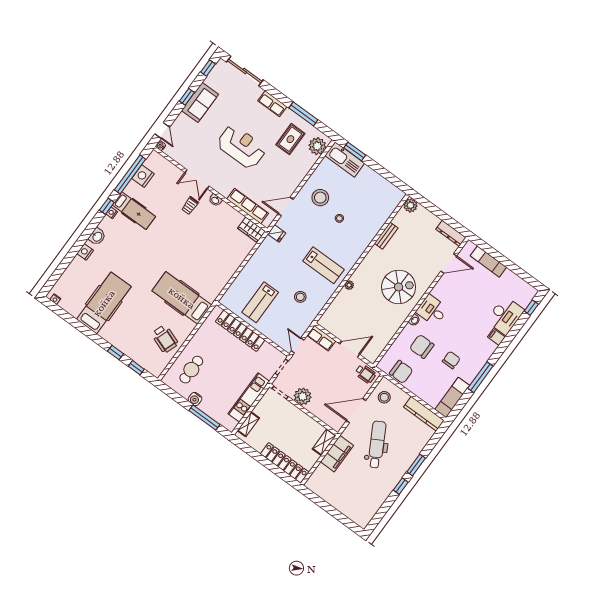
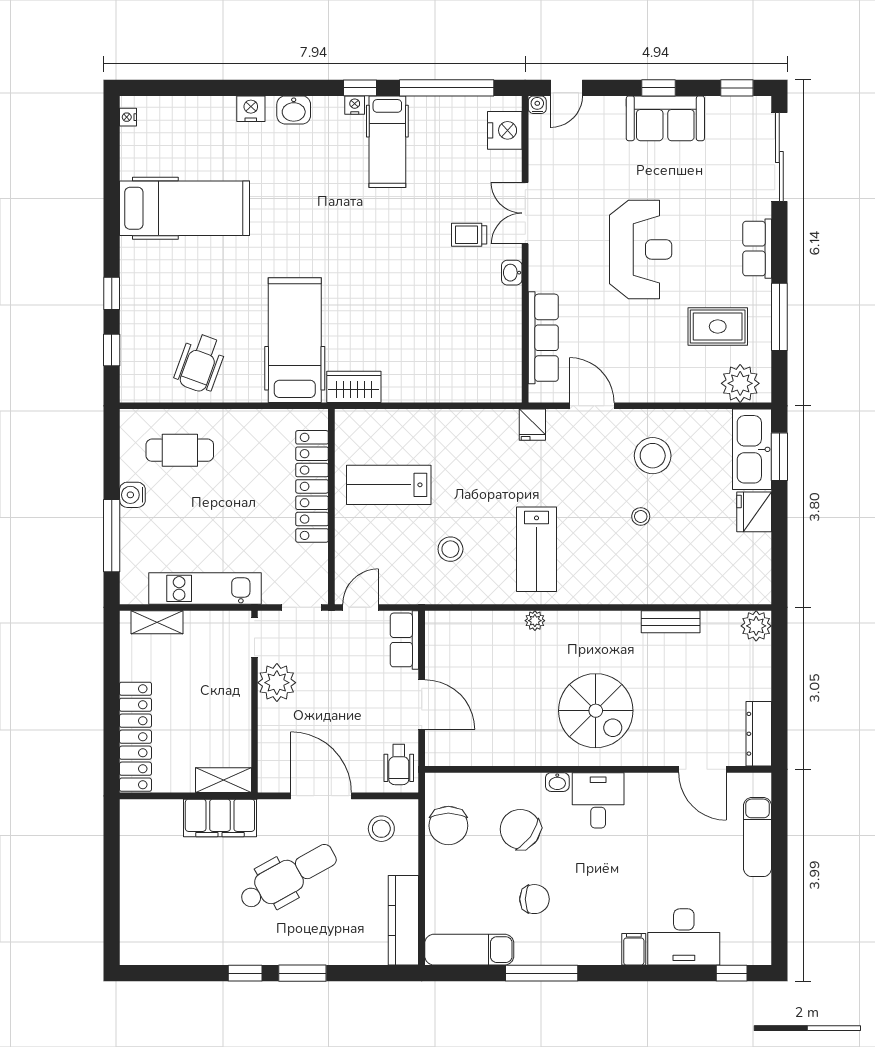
fridge: (368, 175) -> (754, 512), added
nightstand: (143, 176) -> (505, 130), moved, turned 90
wardrobe: (252, 230) -> (354, 387), moved, turned 90
chair: (422, 346) -> (520, 829), turned -54

